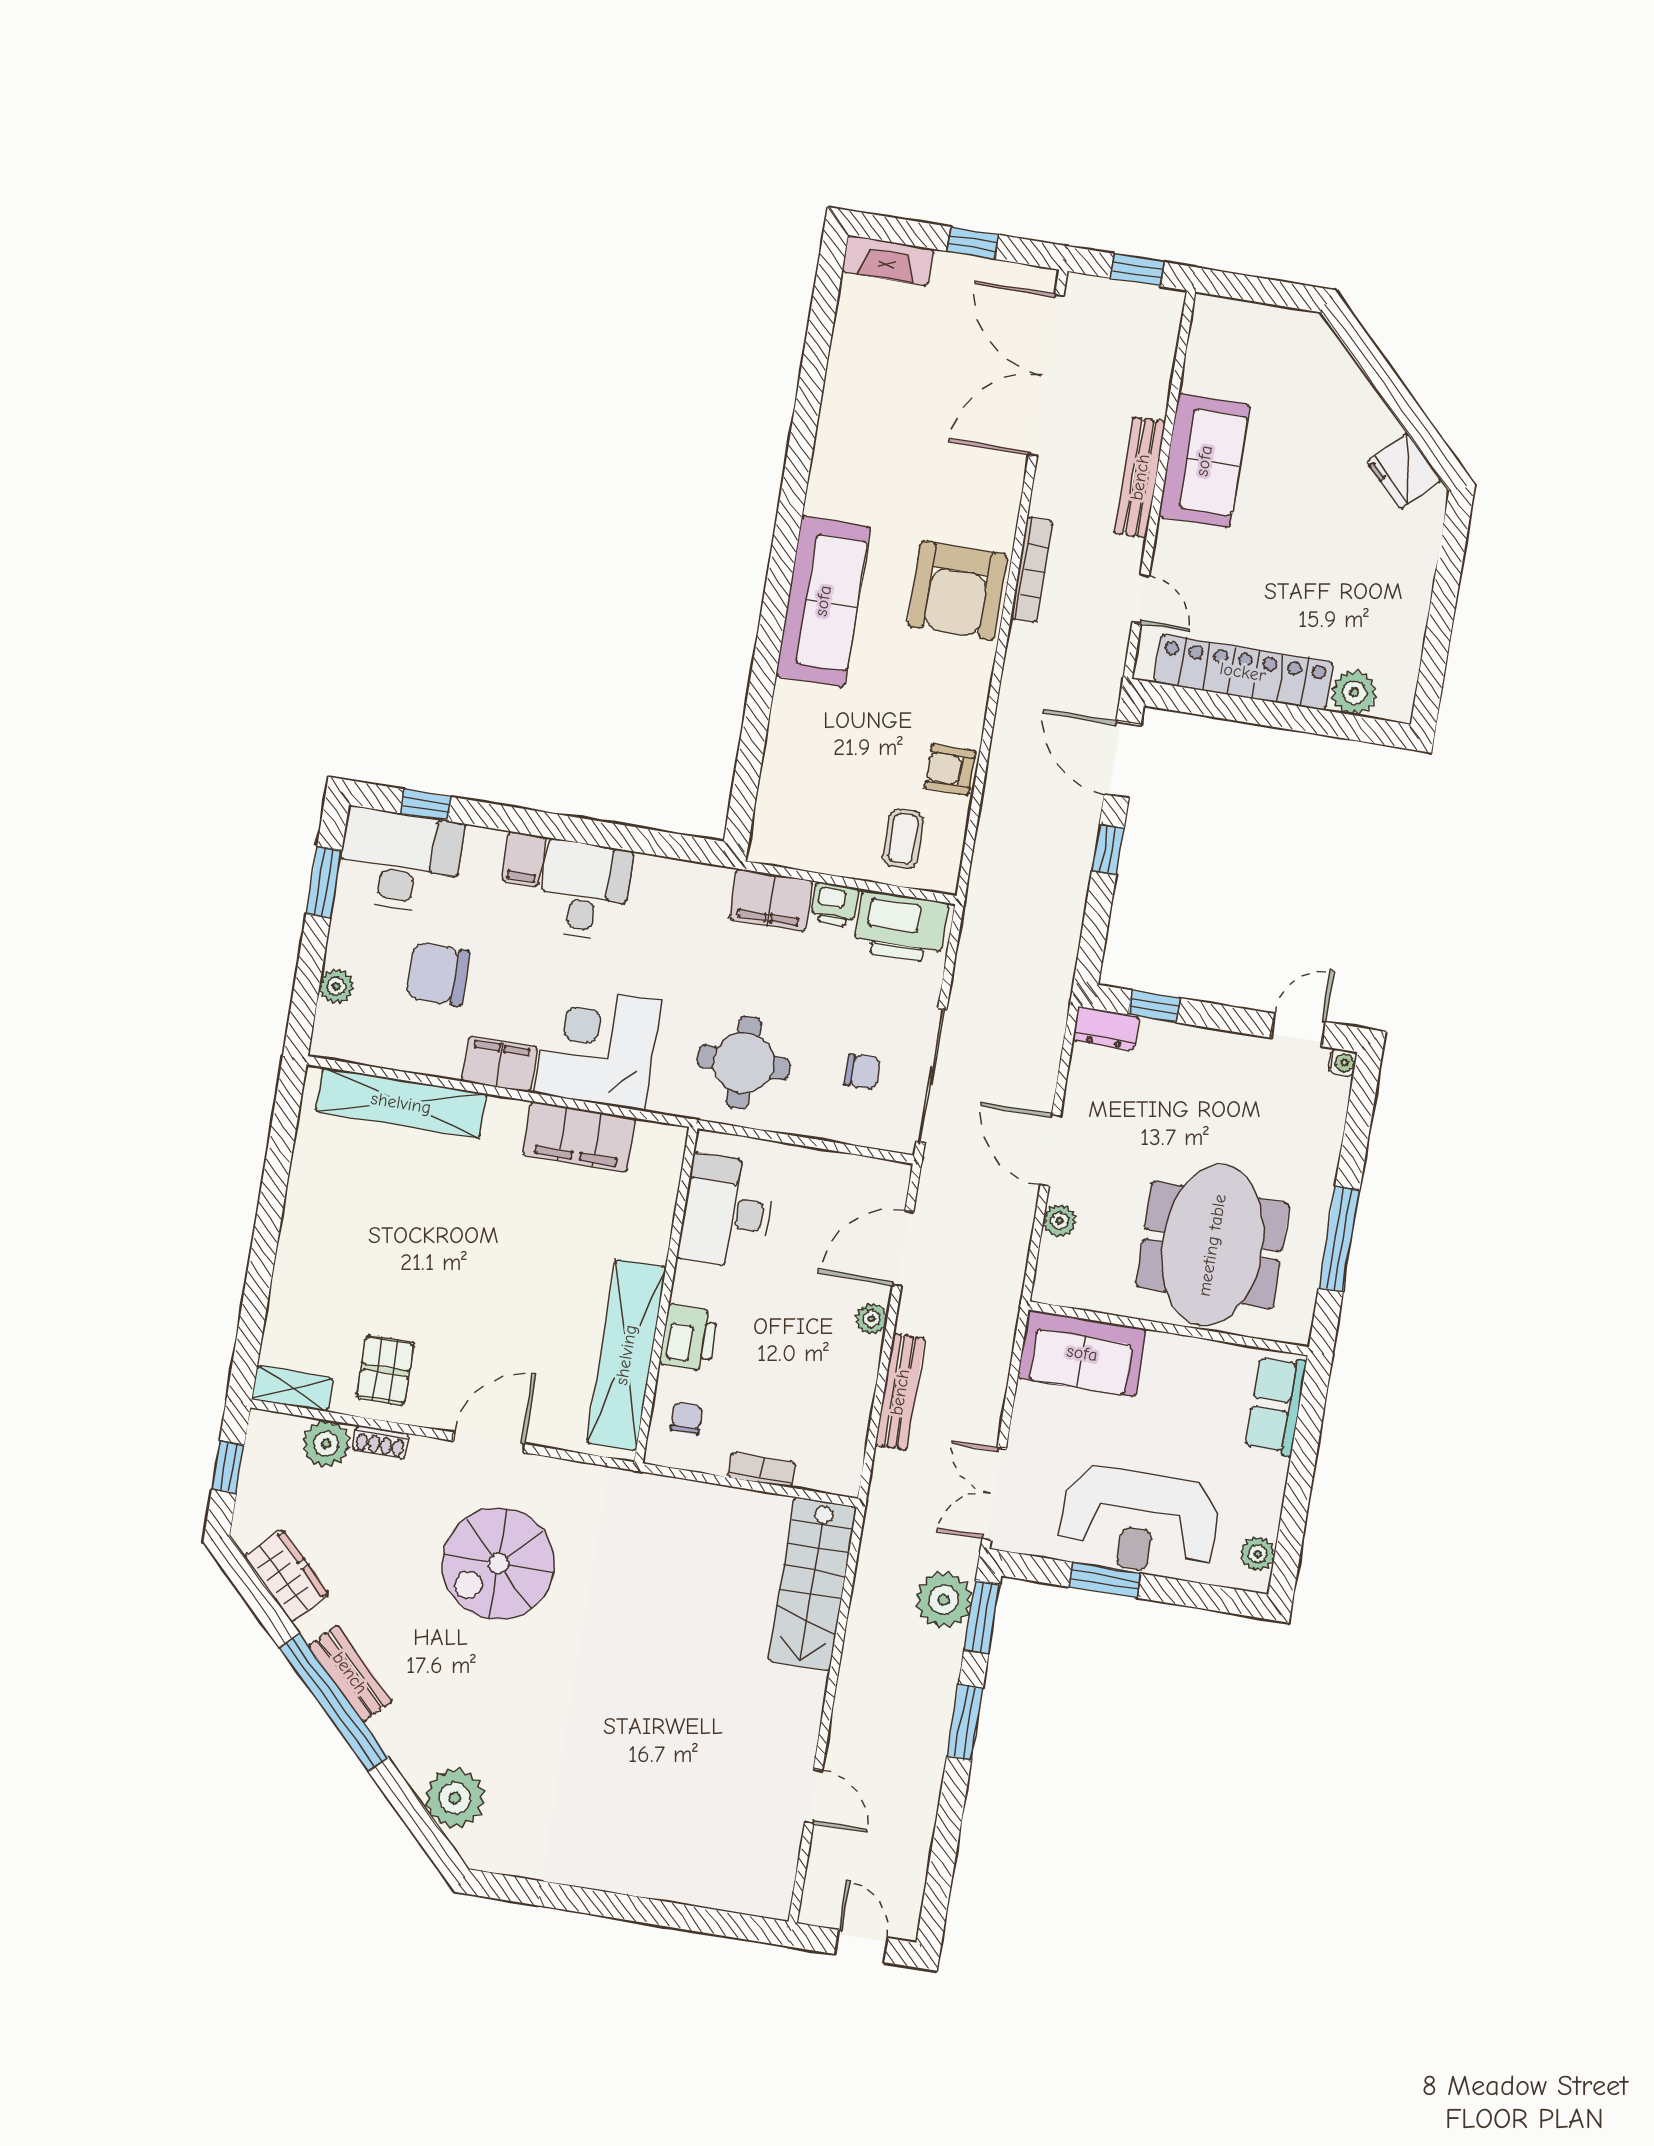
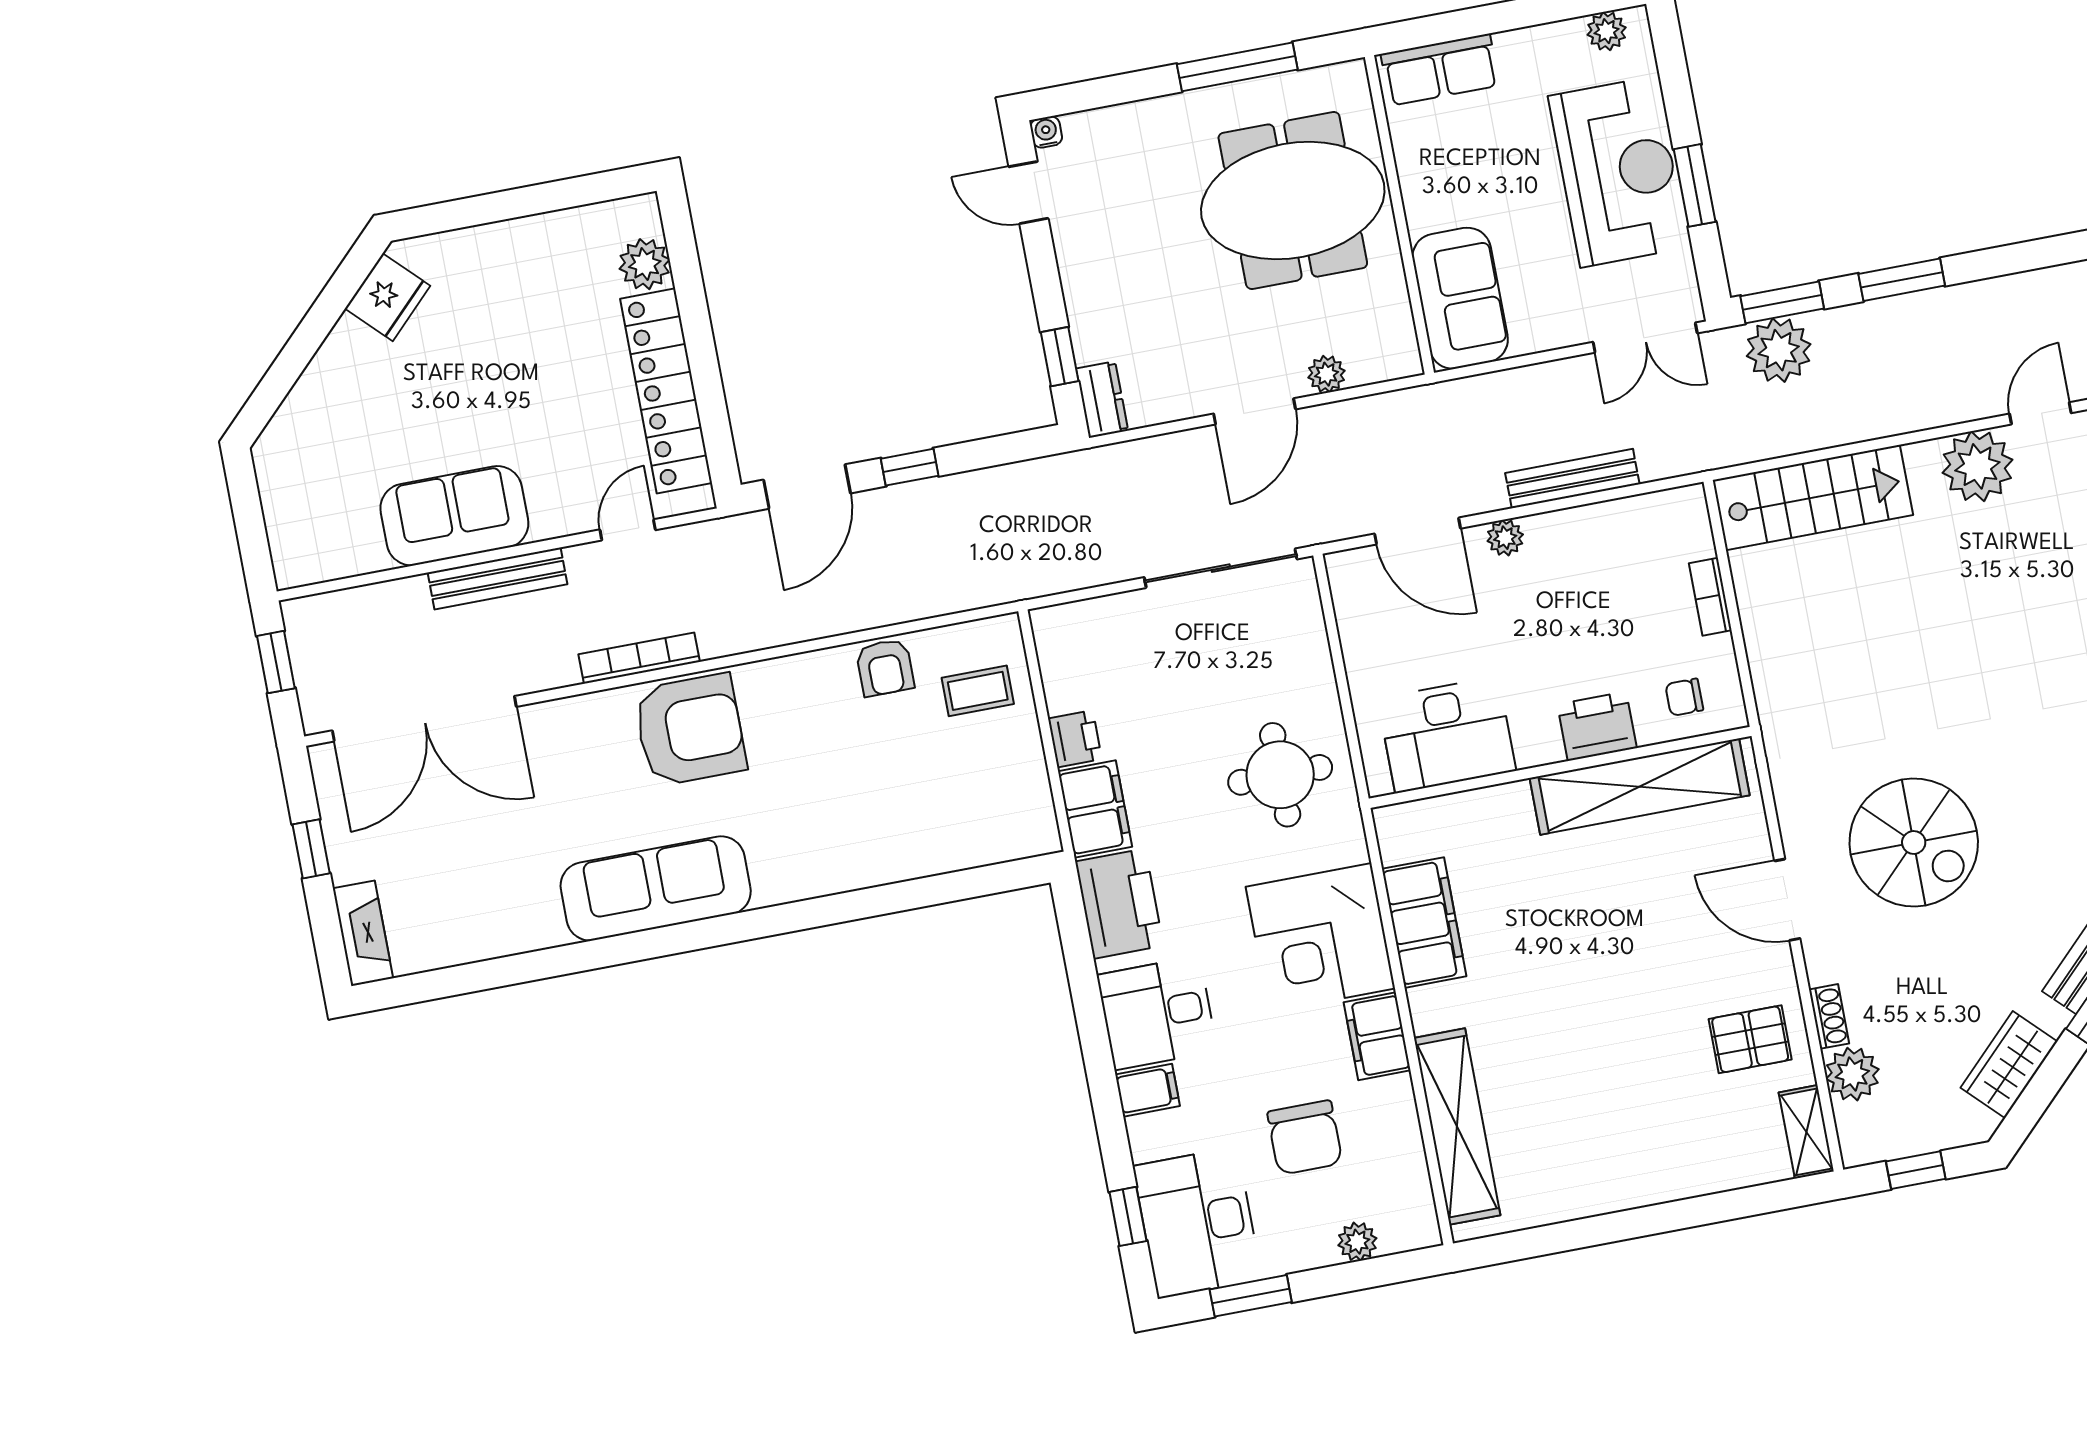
sofa: (823, 601) -> (656, 888), moved
printer: (901, 927) -> (1119, 904), moved
chair: (862, 1072) -> (1244, 644), removed
plant: (789, 1729) -> (1977, 466), added

